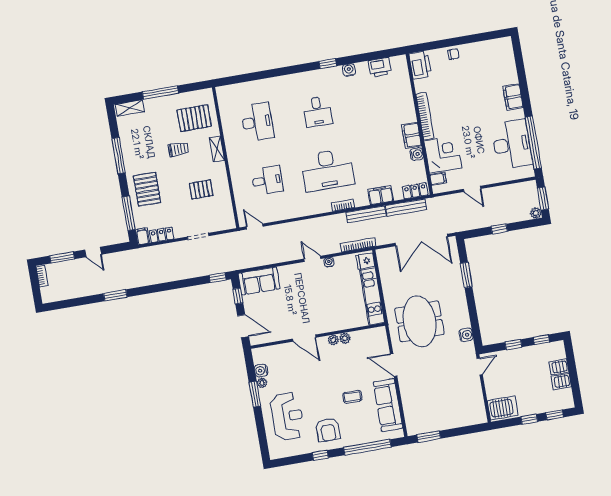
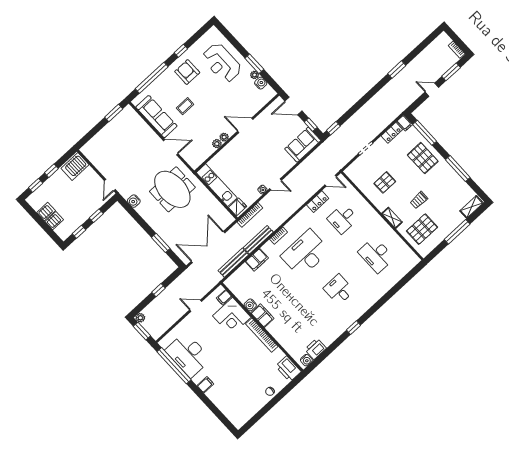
water cooler: (349, 70) -> (306, 360), moved
filing cabinet: (513, 97) -> (205, 385), width x0.50
locker: (415, 191) -> (318, 202), moved

